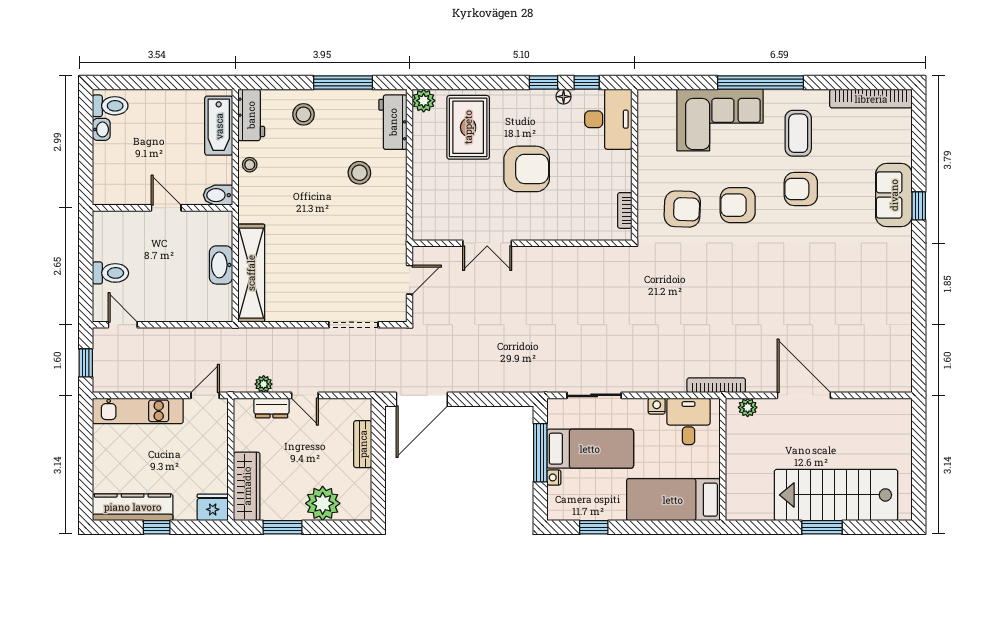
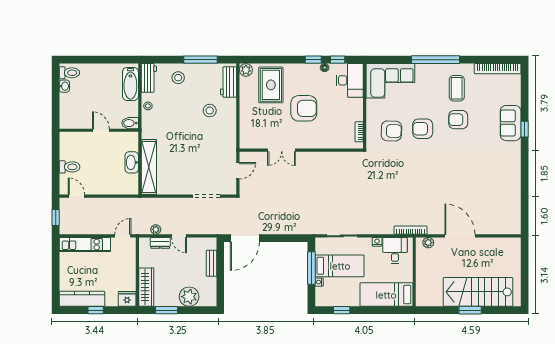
corner sofa: (720, 120) -> (390, 81), moved

